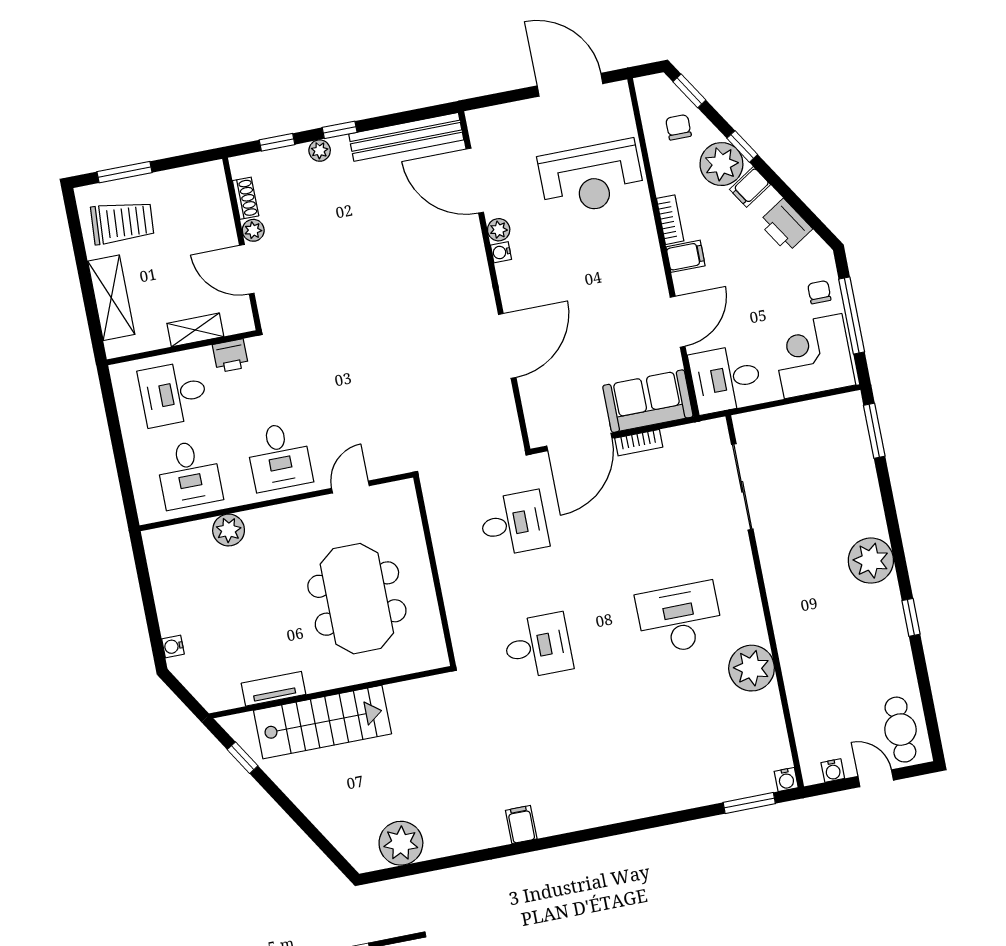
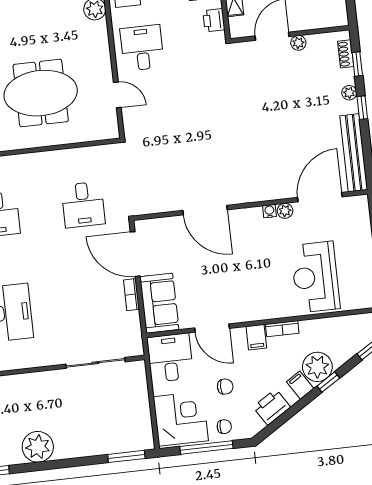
chair: (678, 127) -> (225, 387), moved
shoe rack: (246, 198) -> (346, 54), moved, turned 90
desk: (279, 457) -> (142, 48), turned 90

